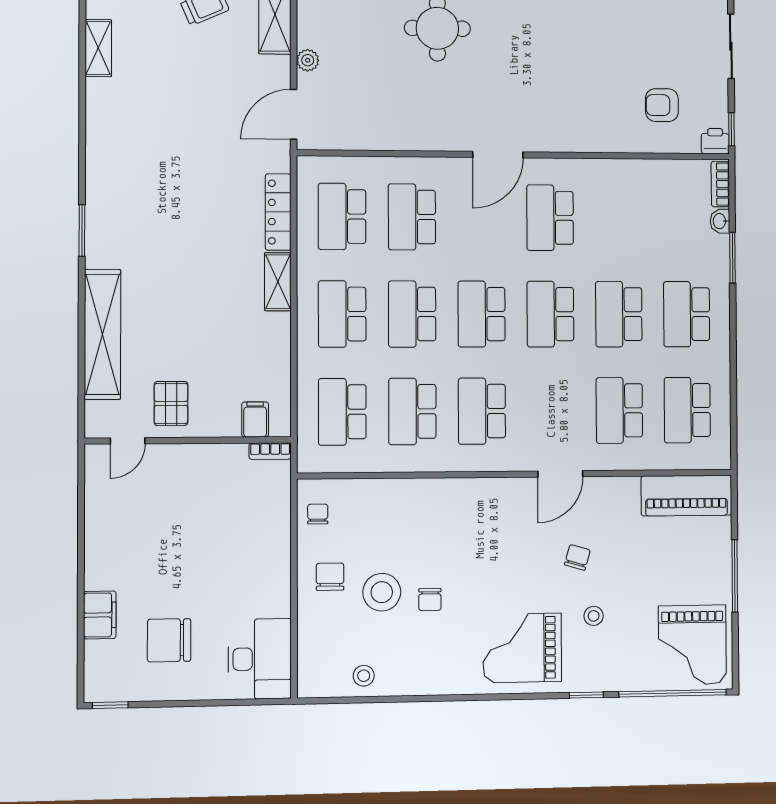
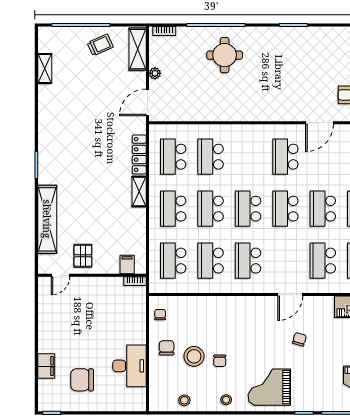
door: (498, 155) -> (319, 123), moved
stool: (594, 616) -> (226, 400), moved
desk: (260, 659) -> (129, 366), moved

